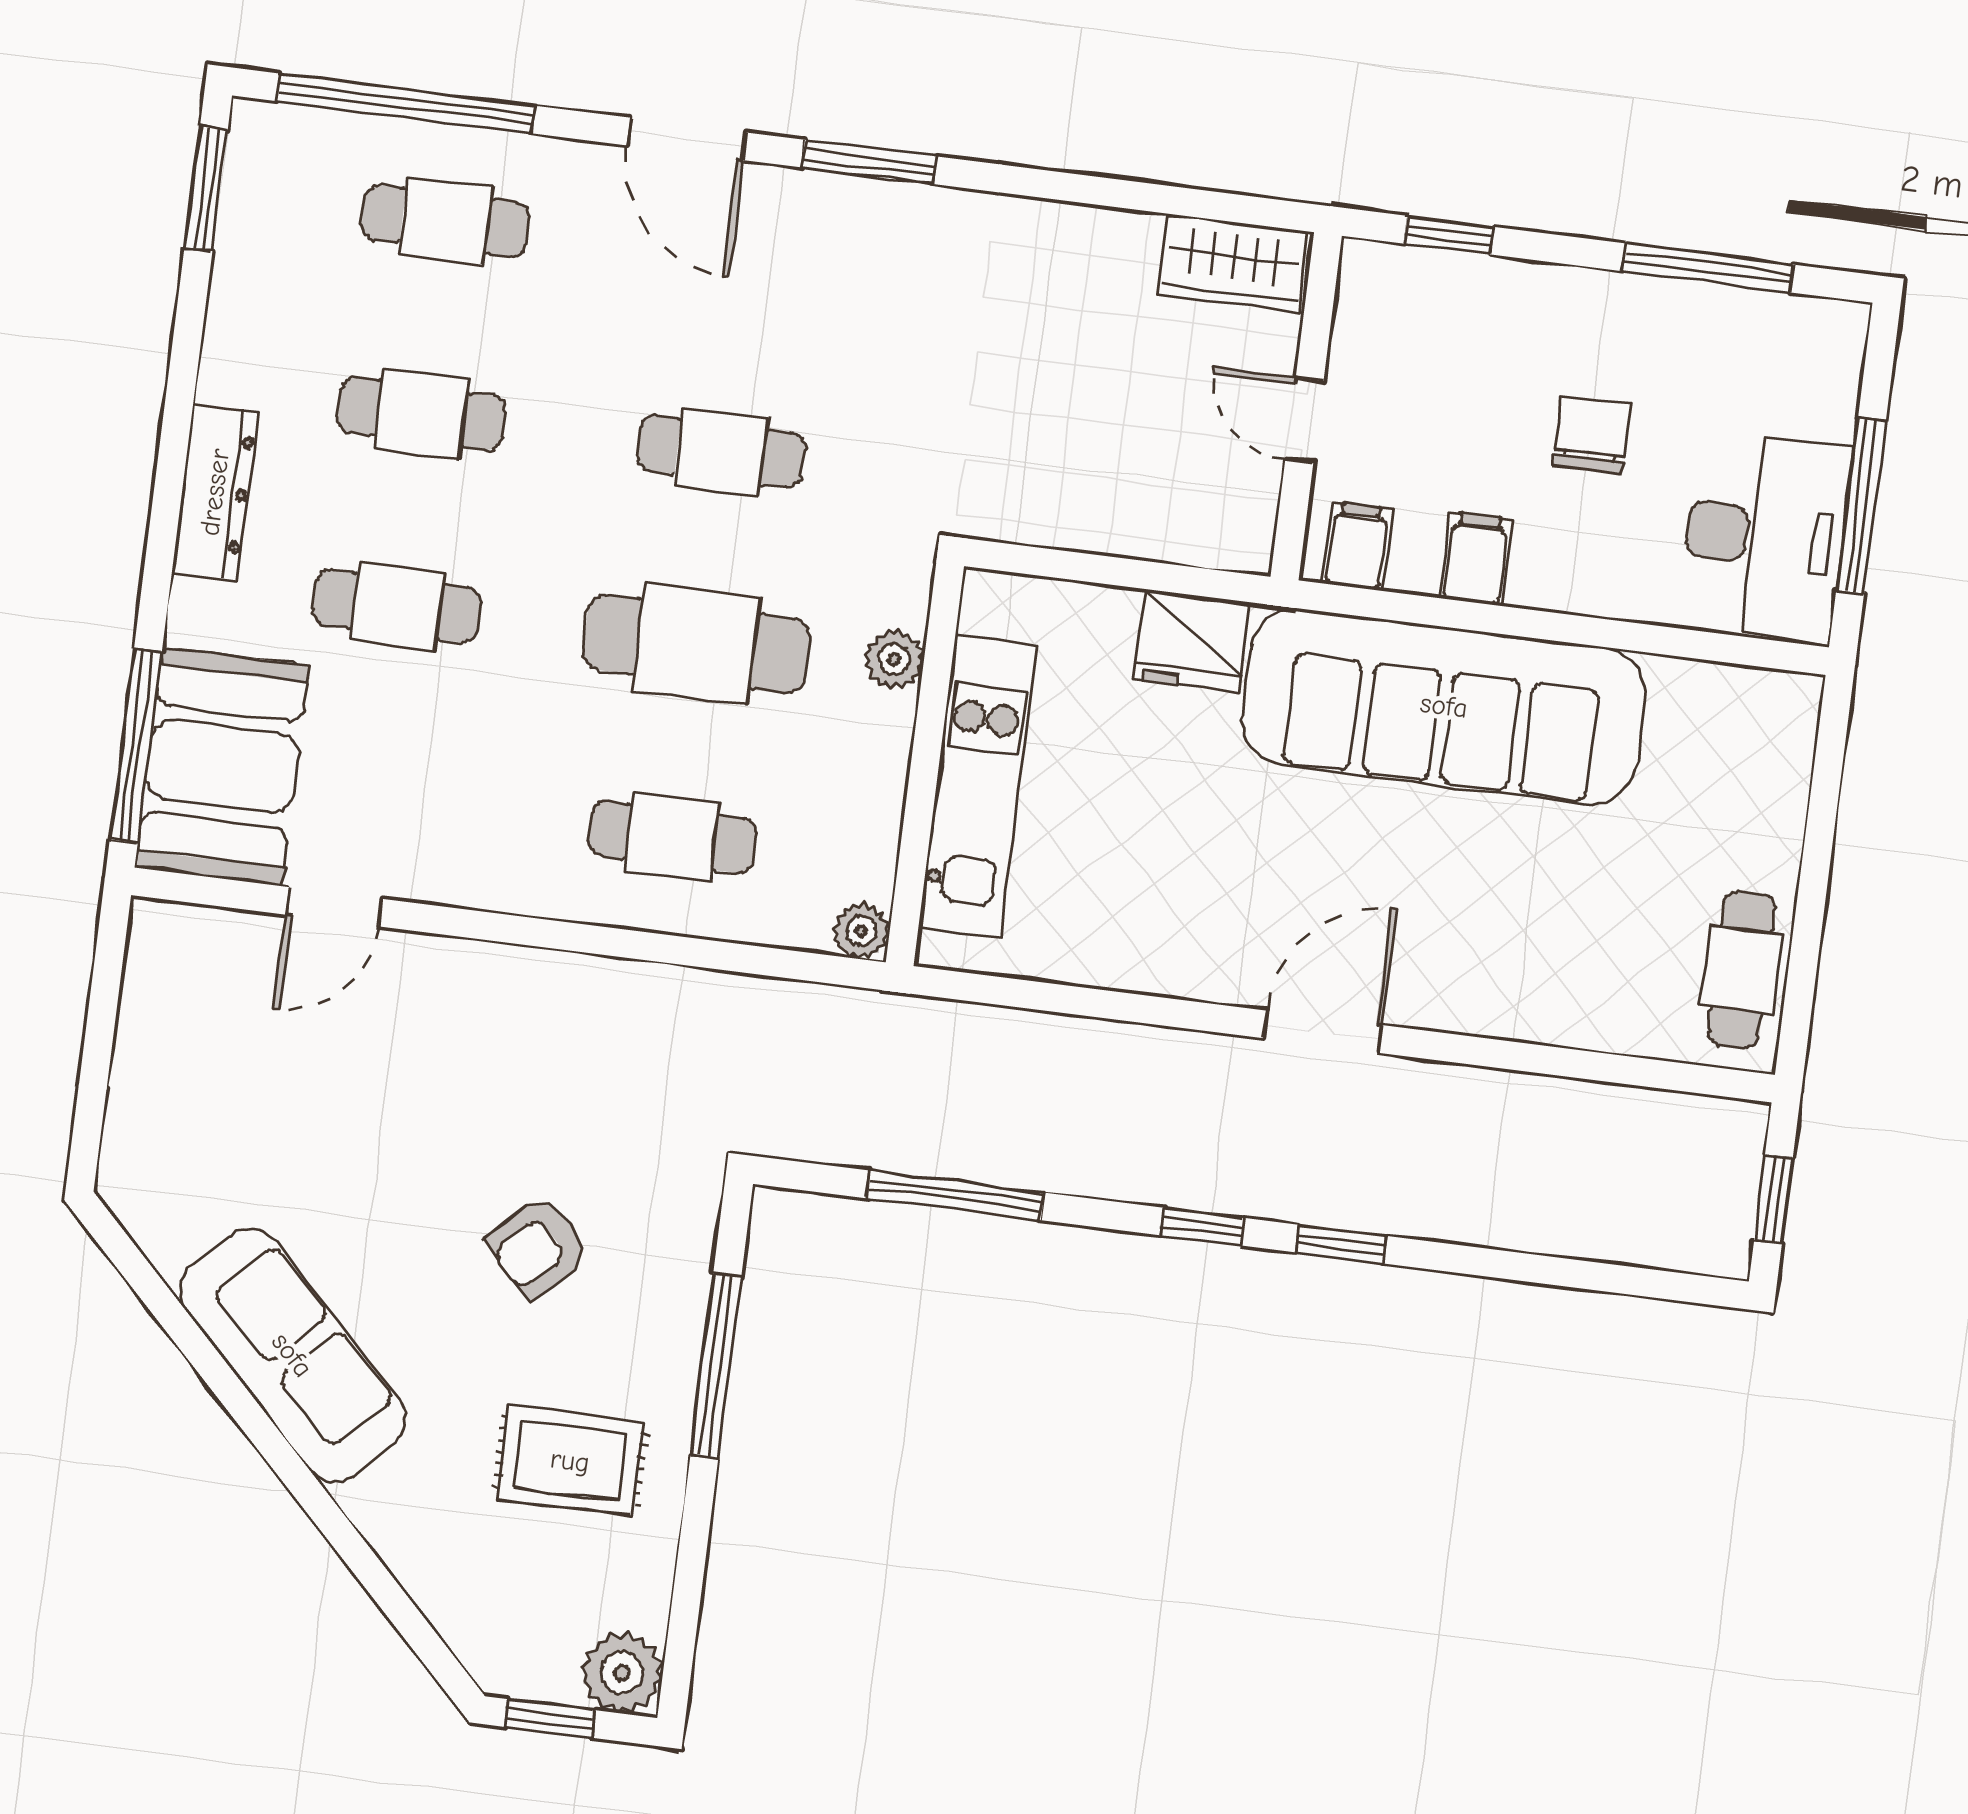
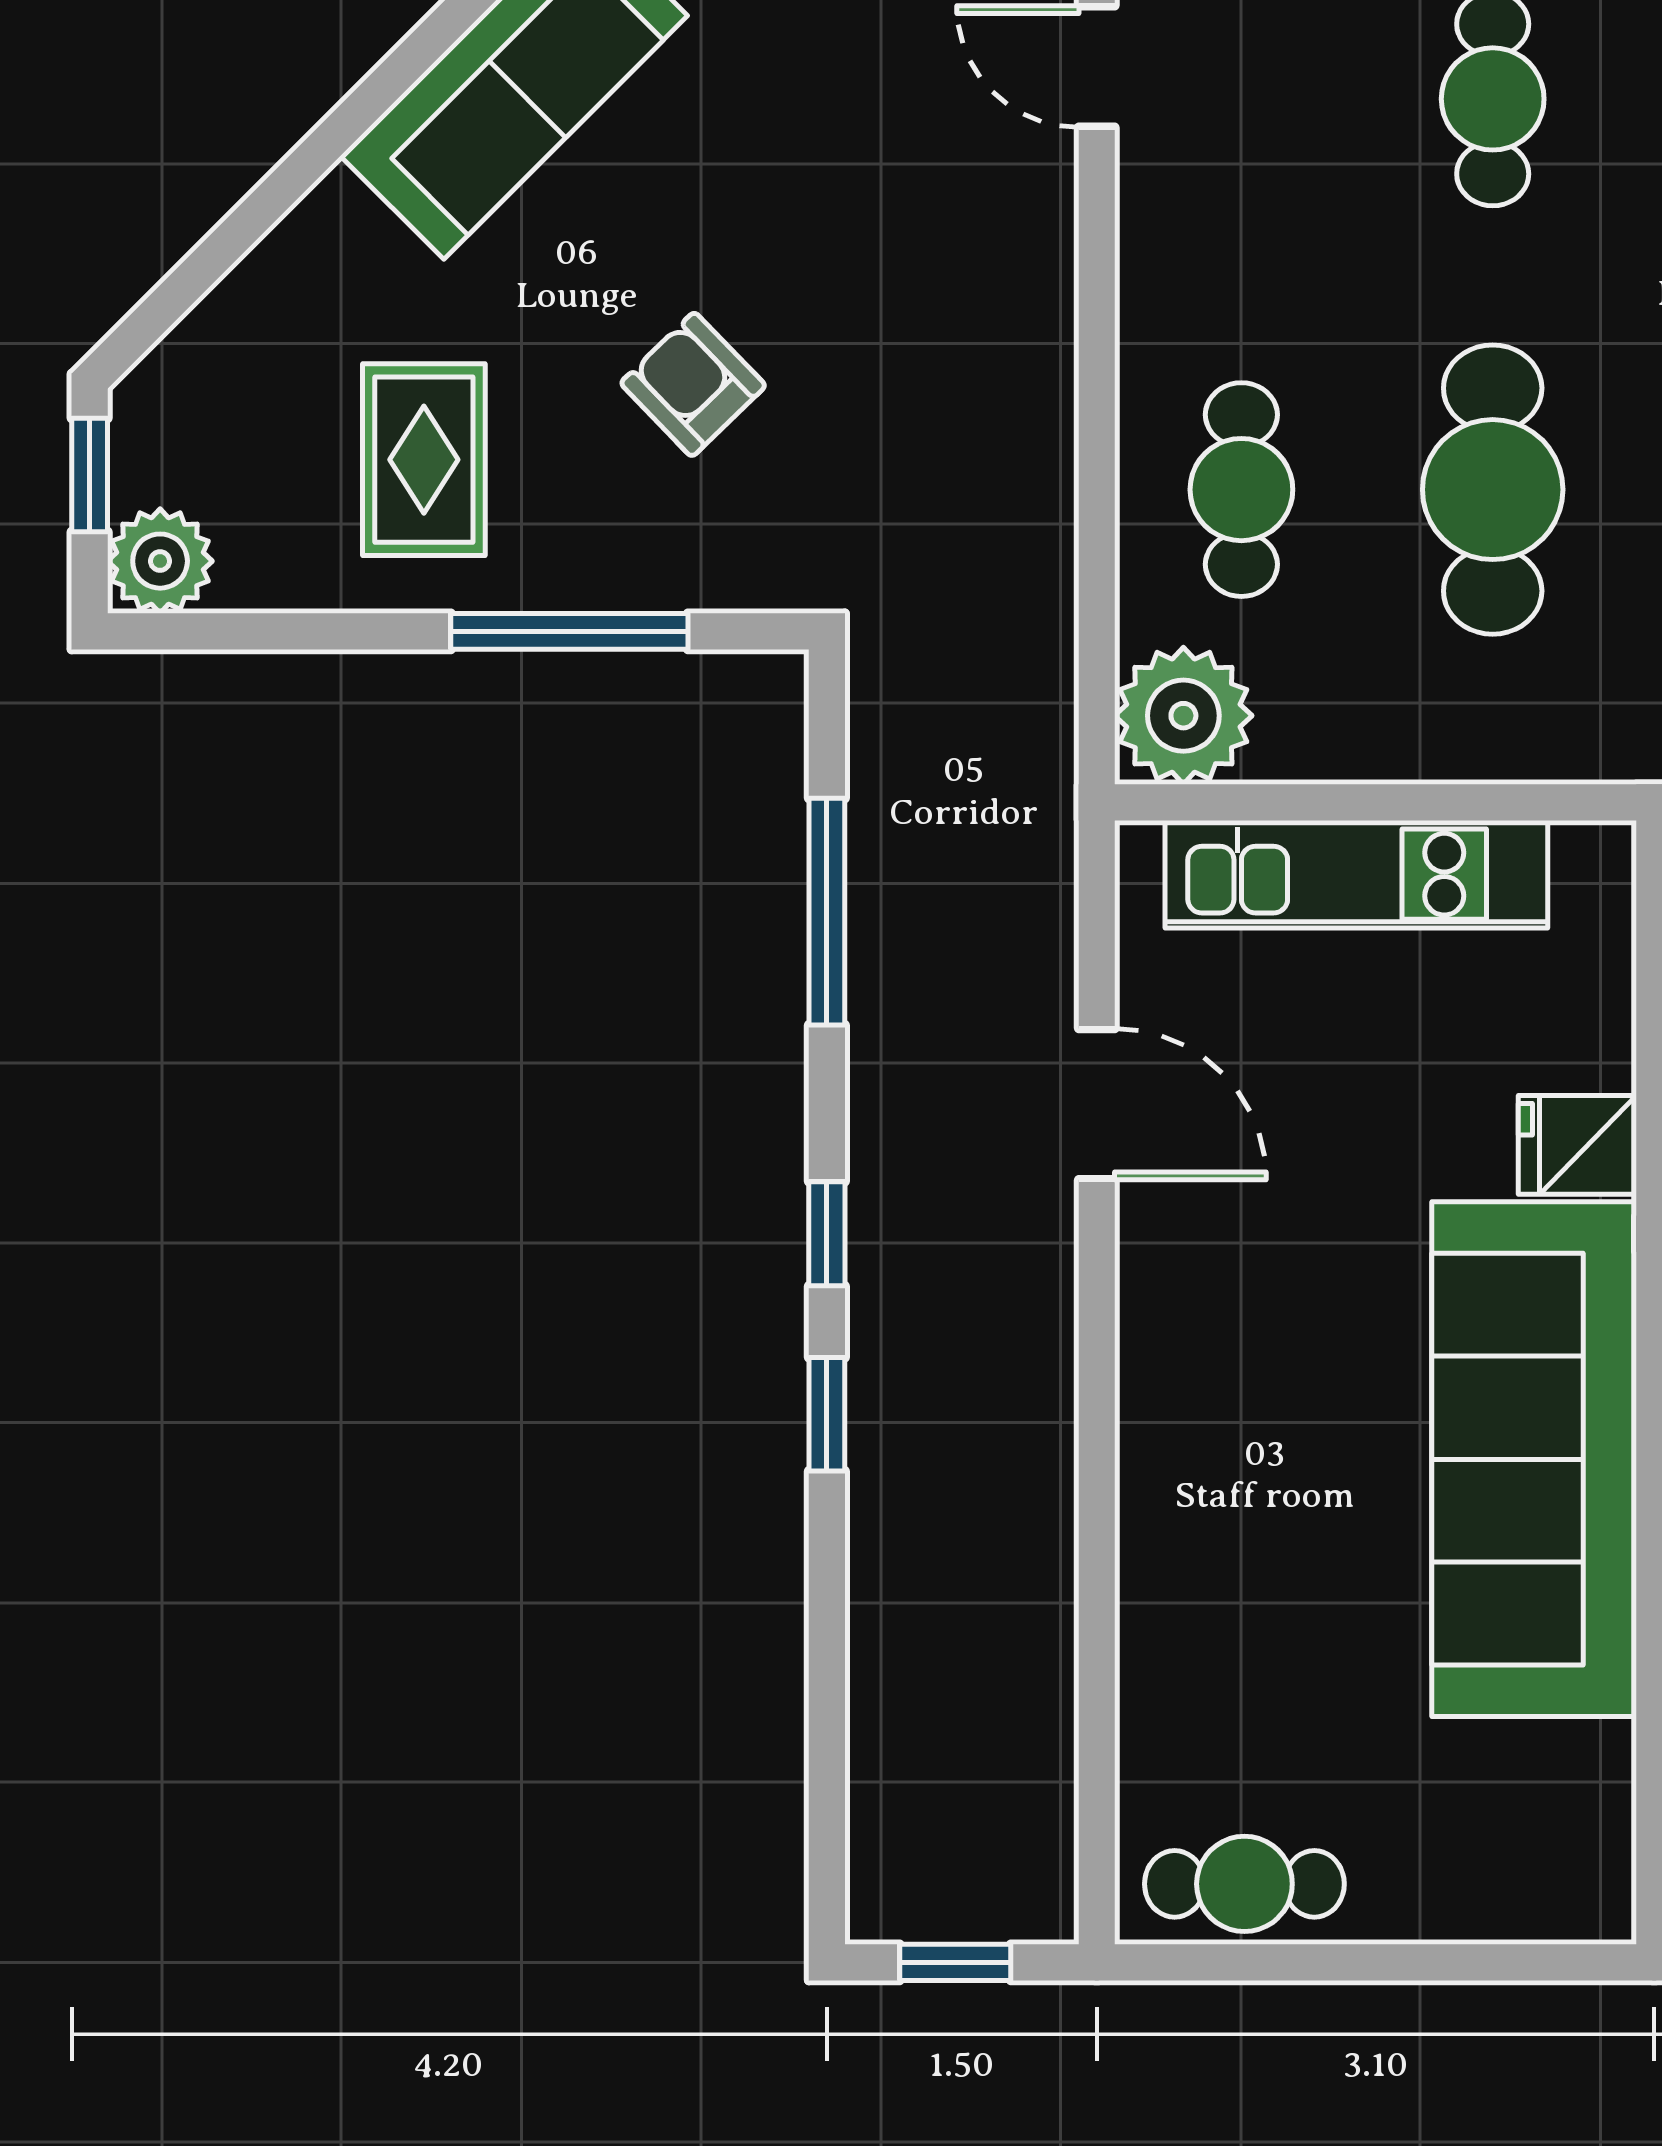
fridge: (1192, 641) -> (1577, 1145), width x0.72
plant: (894, 659) -> (1506, 746), removed
plant: (861, 931) -> (1183, 716), width x1.87, depth x1.87
door: (1323, 1032) -> (1097, 1104), moved

